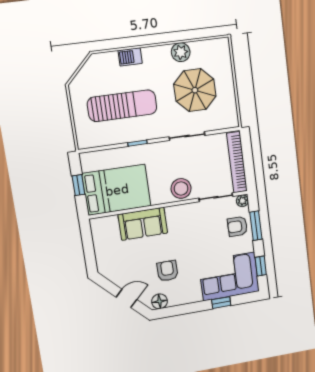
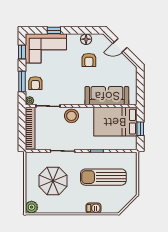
plant: (181, 52) -> (32, 207), moved
sofa: (143, 224) -> (107, 96), width x1.36
armchair: (237, 226) -> (35, 83), turned 90
floor lamp: (160, 301) -> (86, 39), moved

